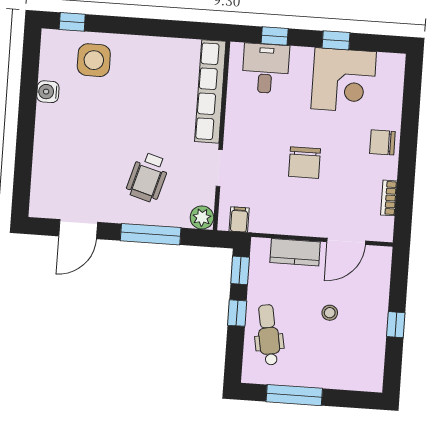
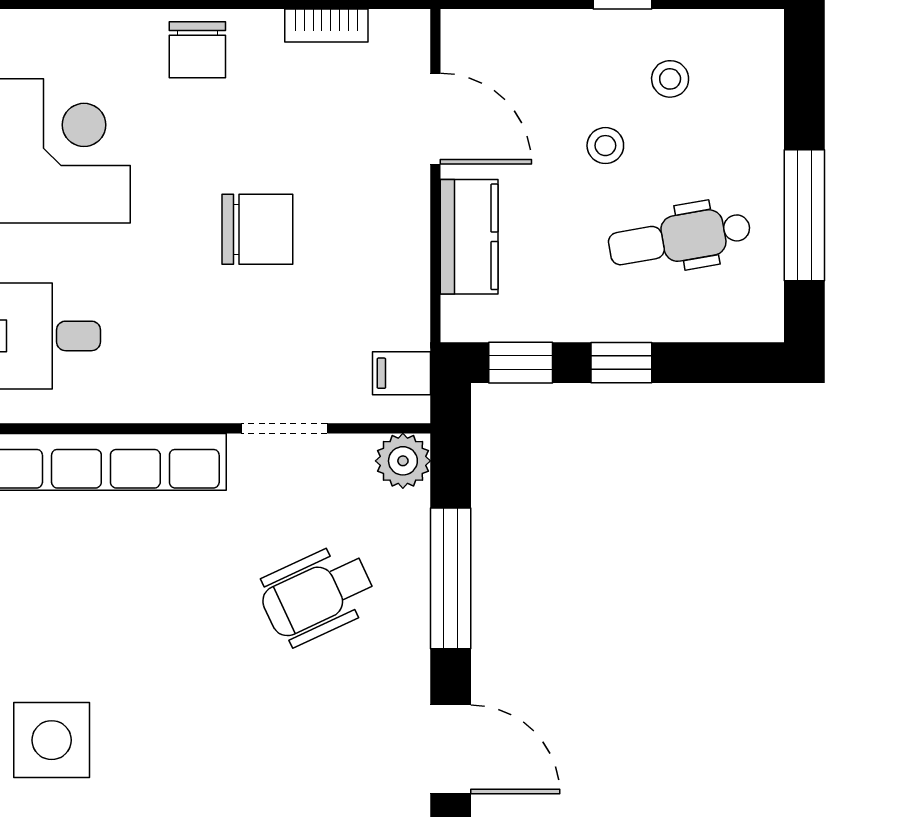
wheelchair: (148, 177) -> (317, 595), turned 139
dental chair: (269, 335) -> (680, 238), moved
stool: (356, 342) -> (670, 79), added

